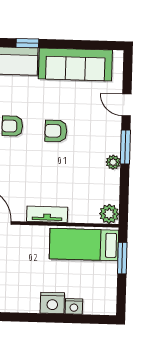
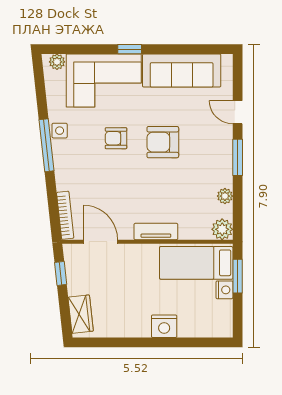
armchair: (56, 131) -> (163, 142), width x1.38, depth x1.38
plant: (113, 162) -> (225, 196), moved
nightstand: (74, 306) -> (224, 290), moved, turned -90

